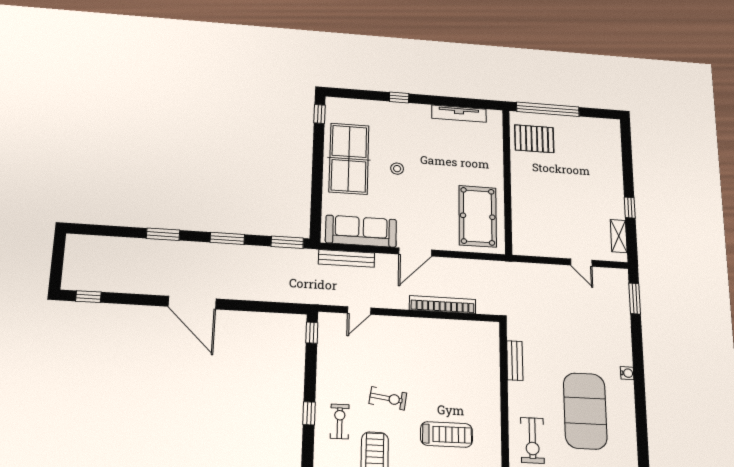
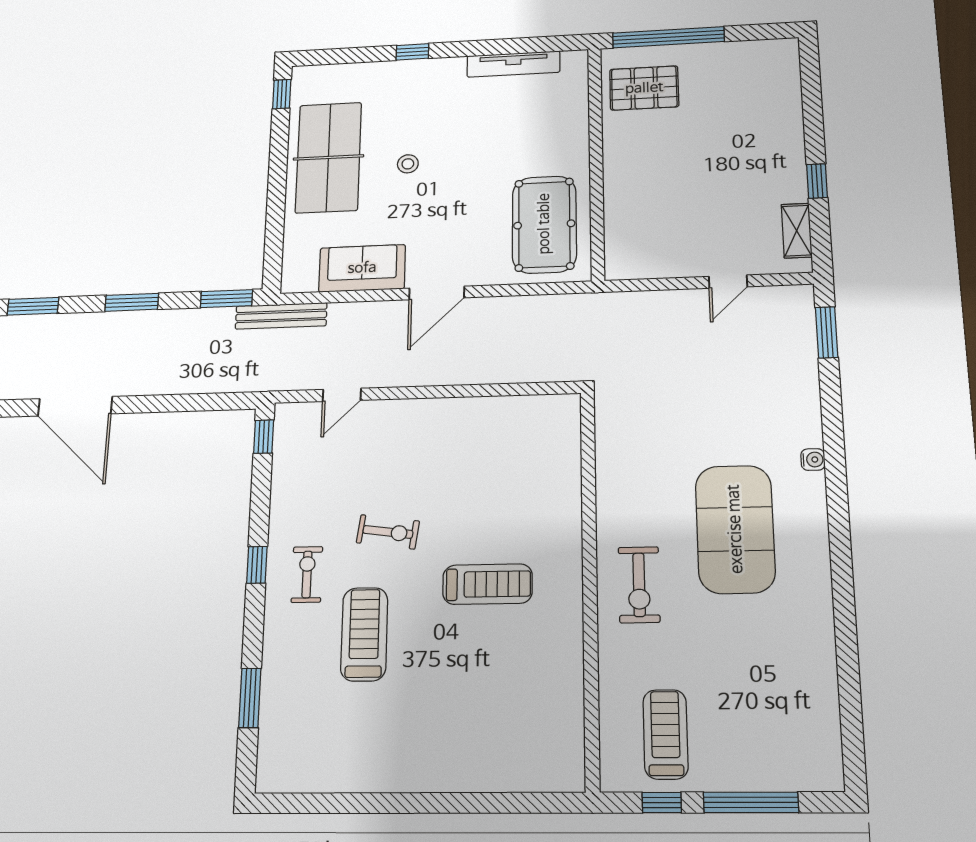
sofa: (361, 231) -> (362, 268), width x0.73
bench: (347, 258) -> (281, 316), moved
door: (581, 263) -> (728, 282), hinge flipped
bookcase: (443, 305) -> (483, 373), removed
bench: (515, 361) -> (608, 454), removed

